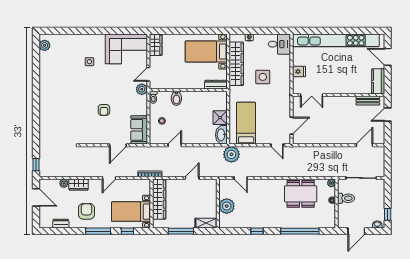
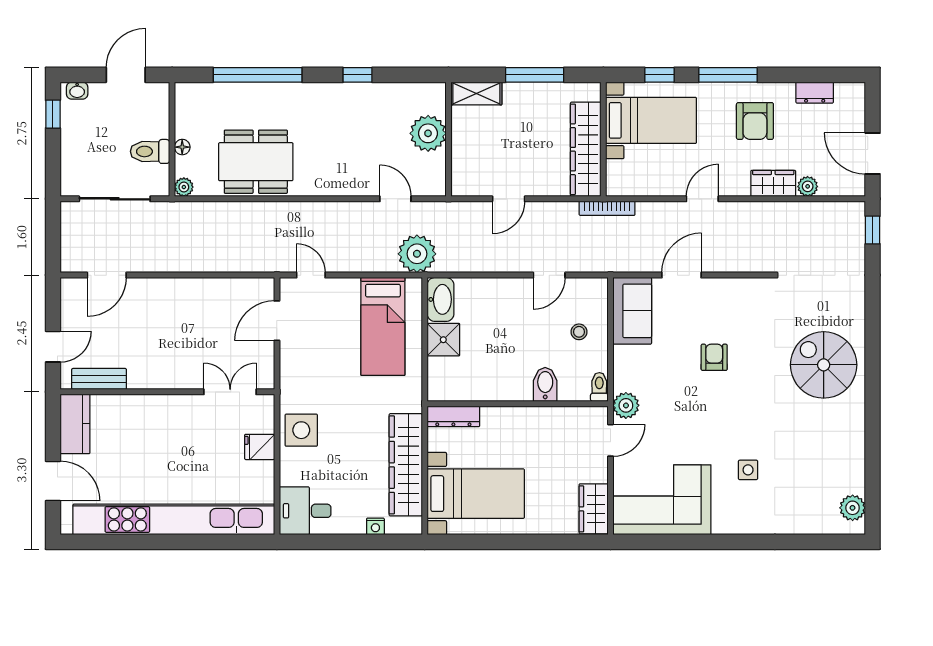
side table: (263, 77) -> (301, 430), moved
spiral stairs: (57, 107) -> (824, 365), added

